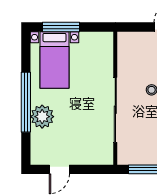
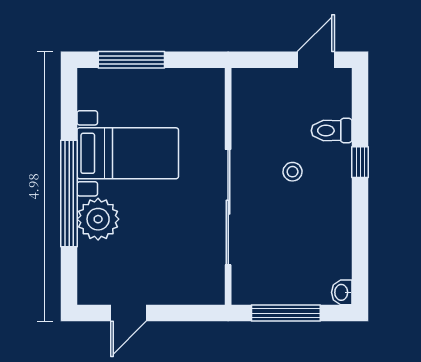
bed with nightstands: (54, 60) -> (128, 153), moved, turned -90

